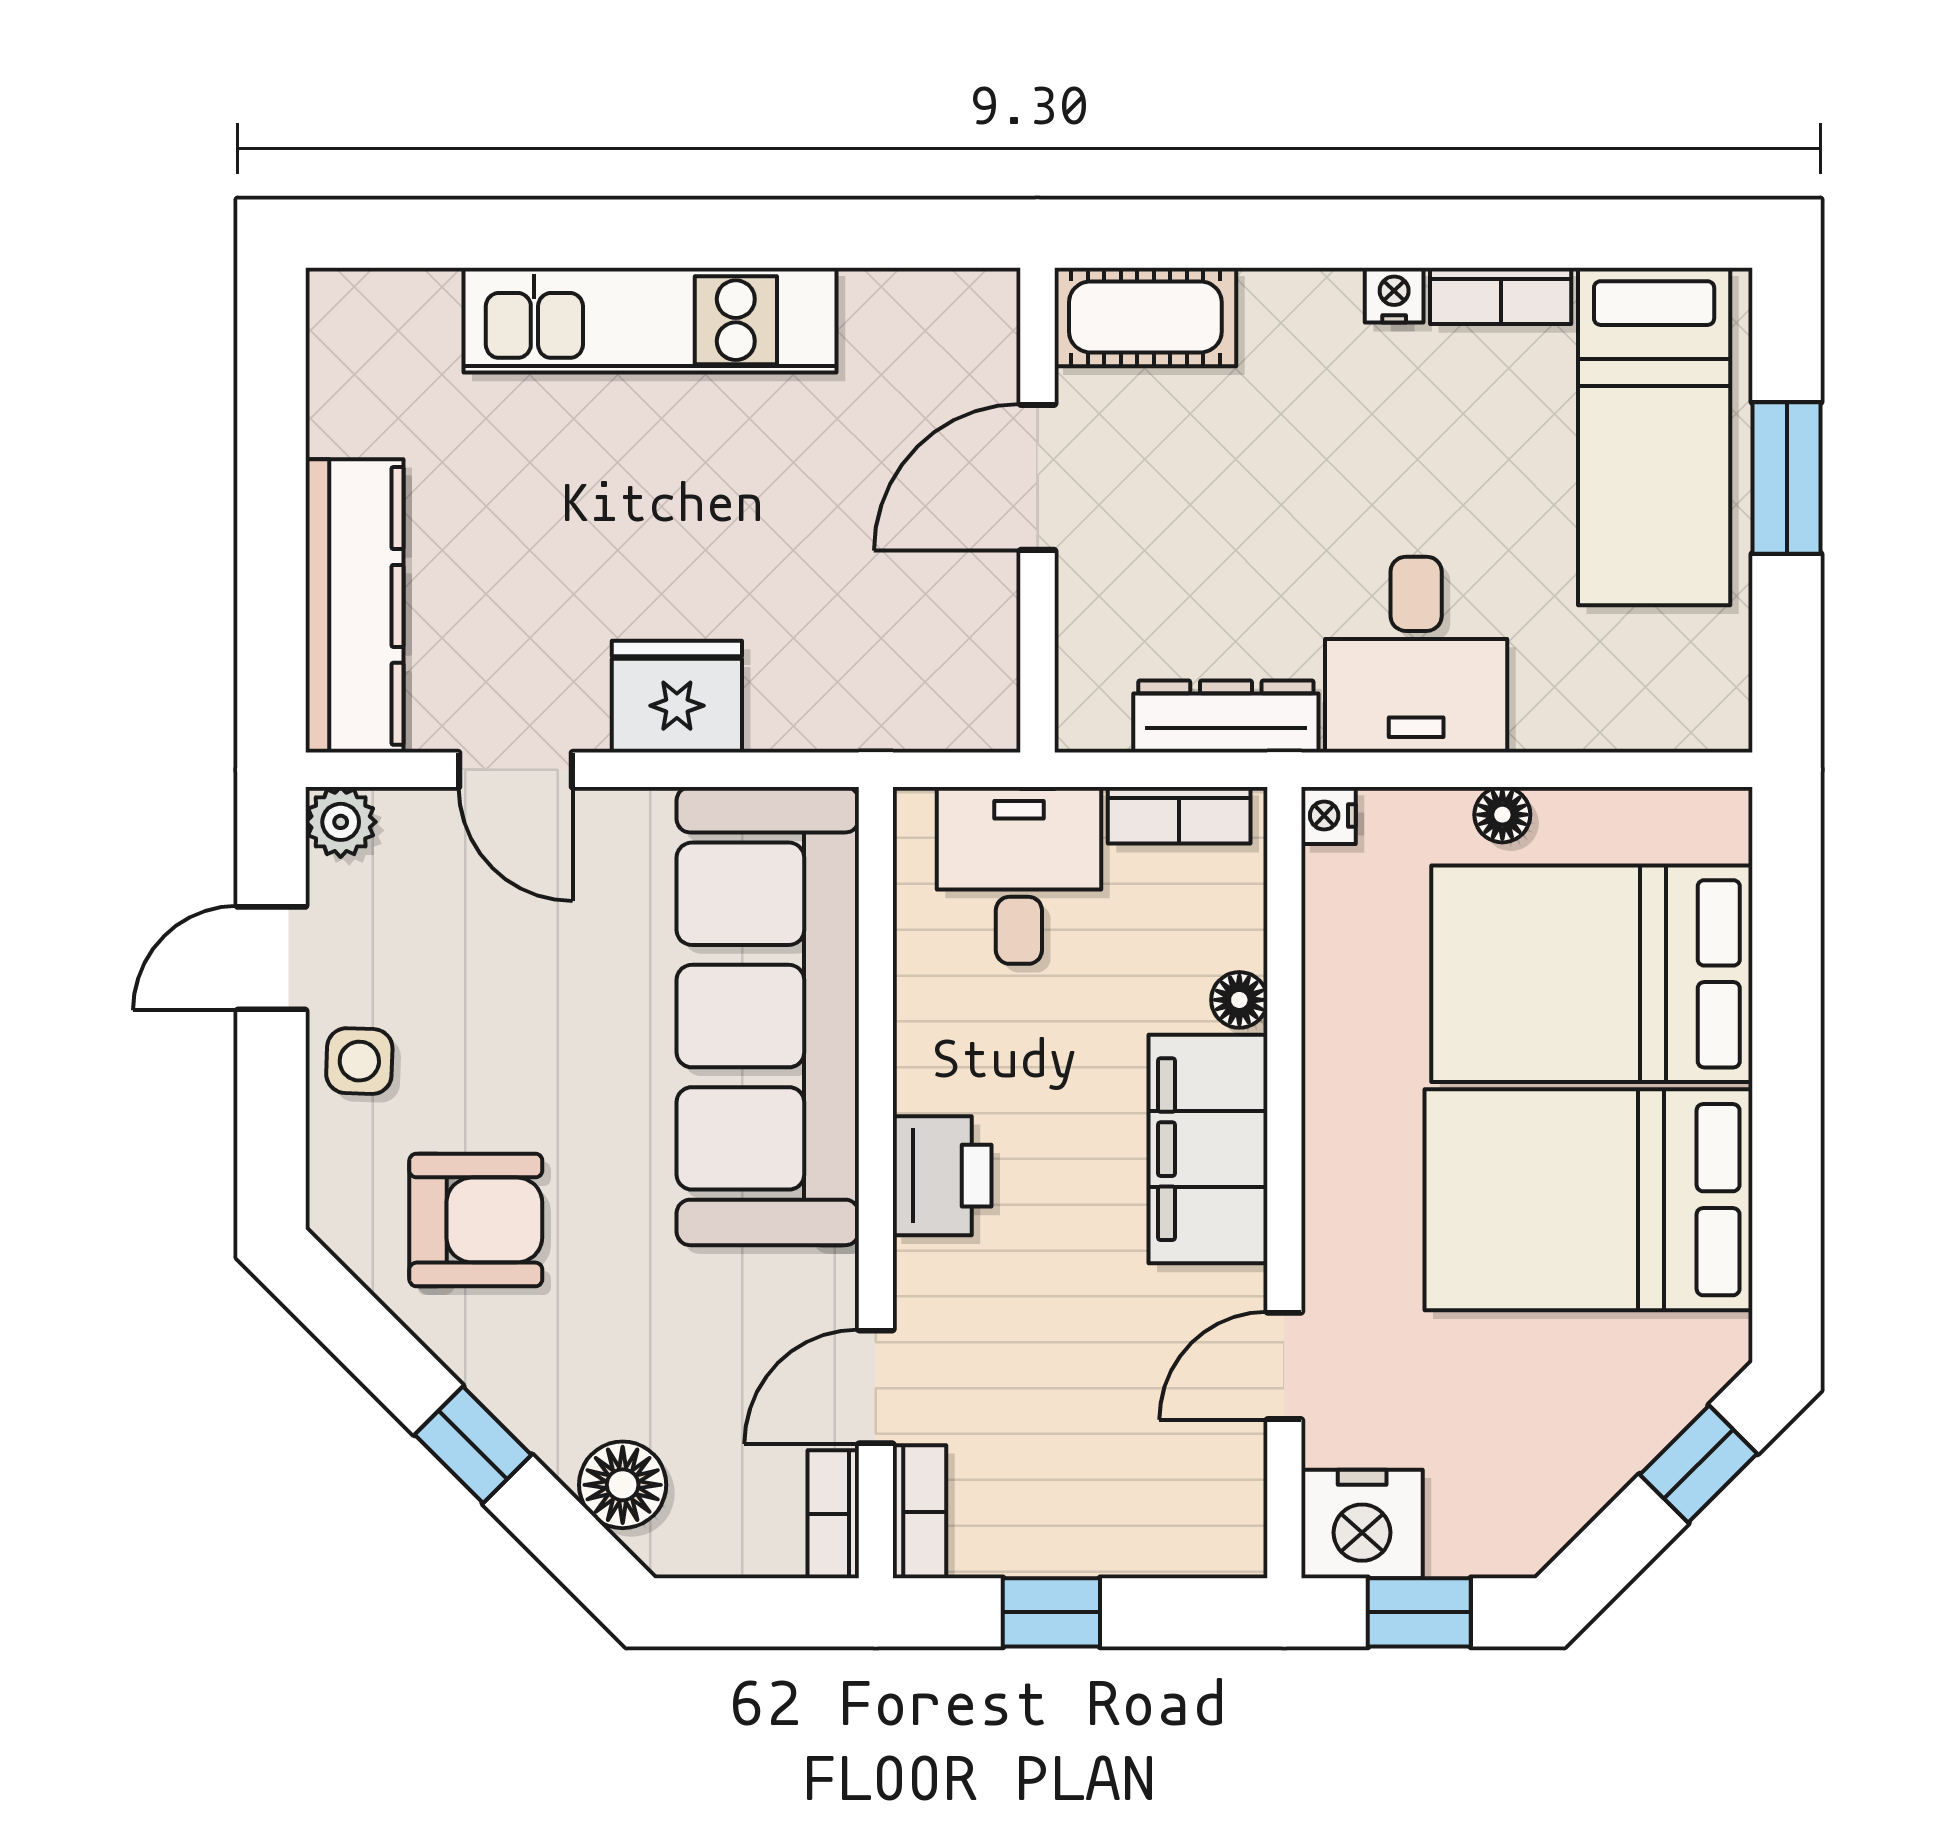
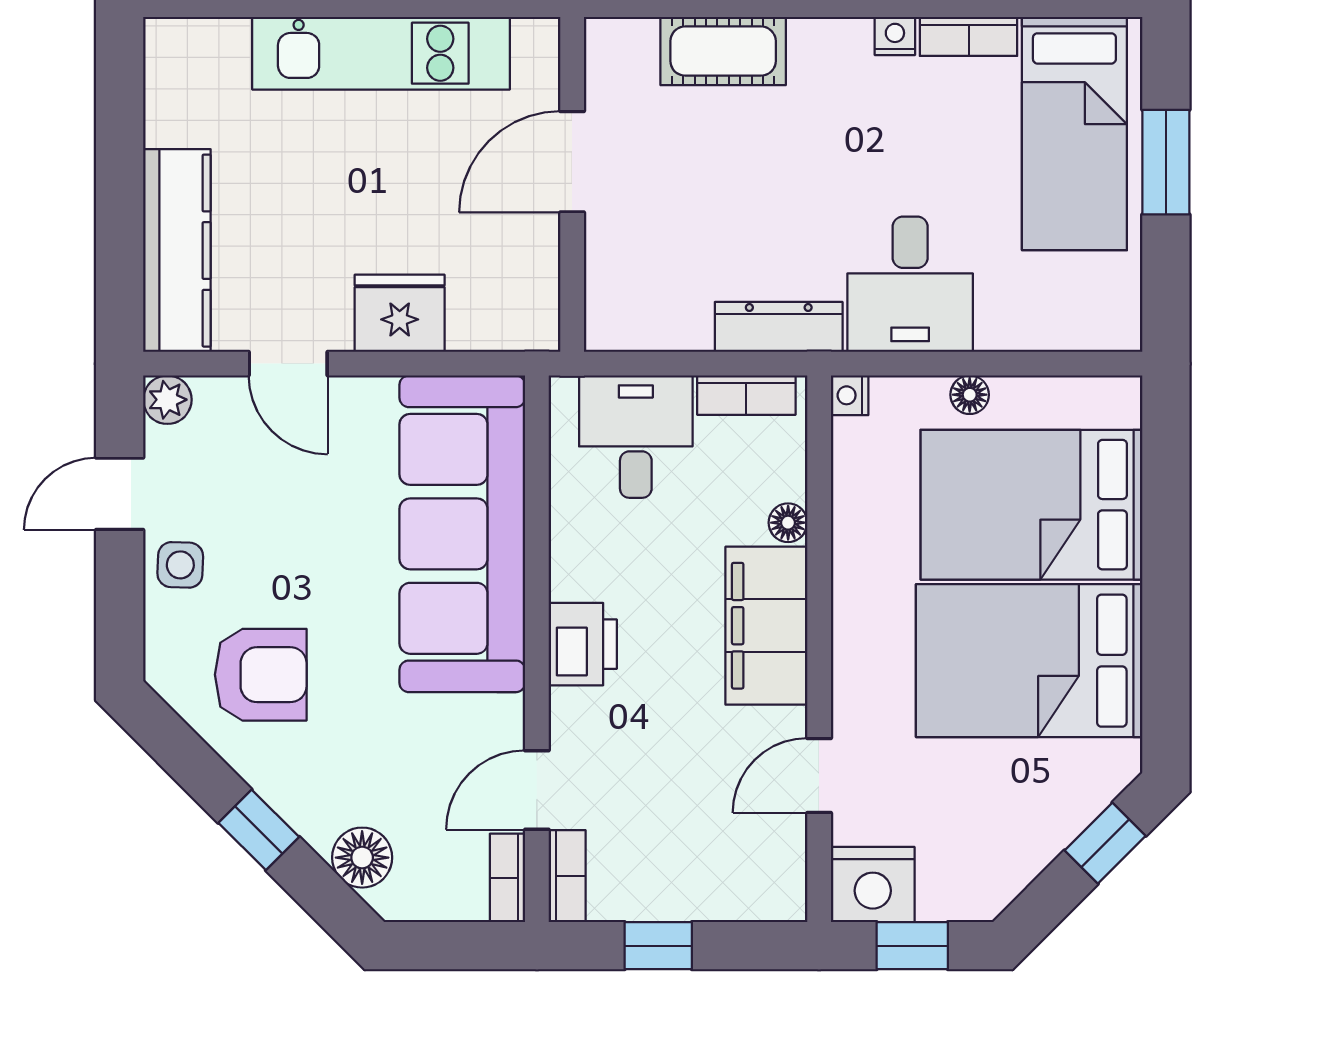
door: (1038, 477) -> (572, 162), moved
wall: (1038, 510) -> (572, 184), moved

